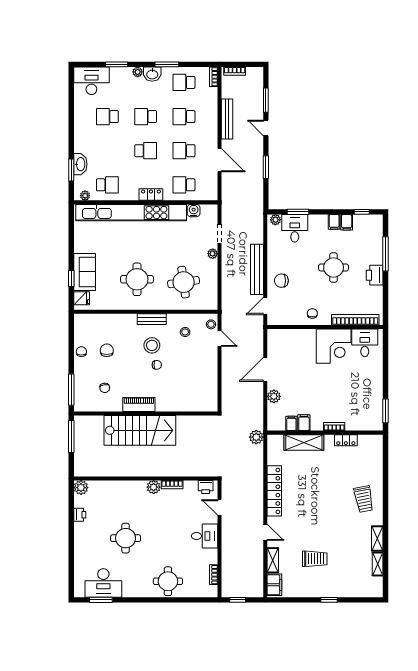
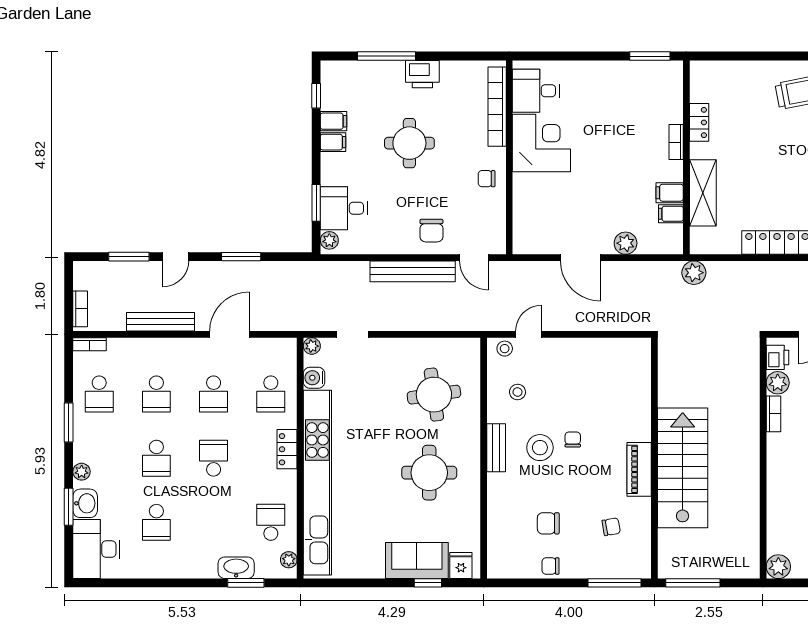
washbasin: (152, 74) -> (85, 503), moved
plant: (213, 254) -> (312, 346), moved
plant: (154, 487) -> (778, 383), moved

